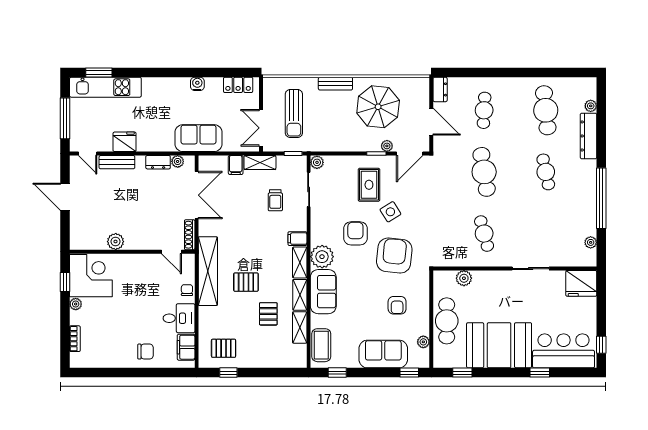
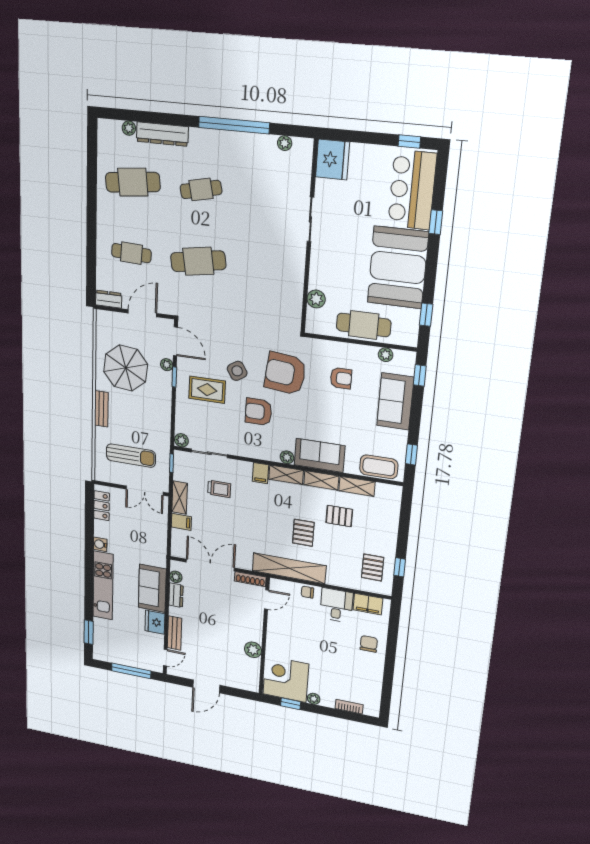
kitchen unit: (105, 87) -> (103, 586), moved
sofa: (198, 138) -> (152, 588), moved
cafe table: (484, 234) -> (267, 270), removed
plant: (322, 257) -> (287, 457), width x0.53, depth x0.53

